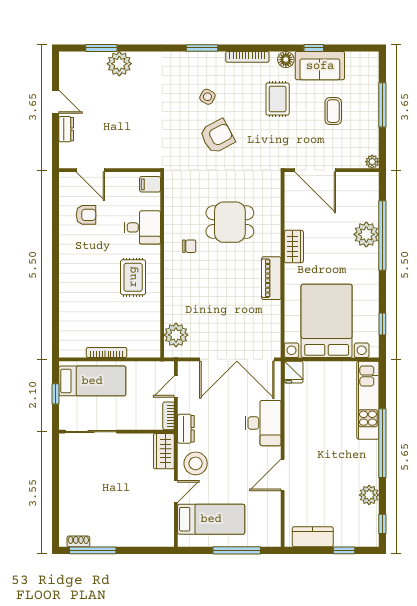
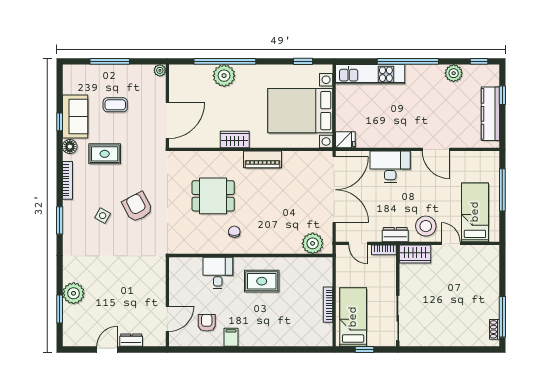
filing cabinet: (150, 184) -> (231, 337), moved, turned 180
dining table: (230, 222) -> (213, 196), turned 90
kitchen counter: (313, 537) -> (490, 114), width x1.50

